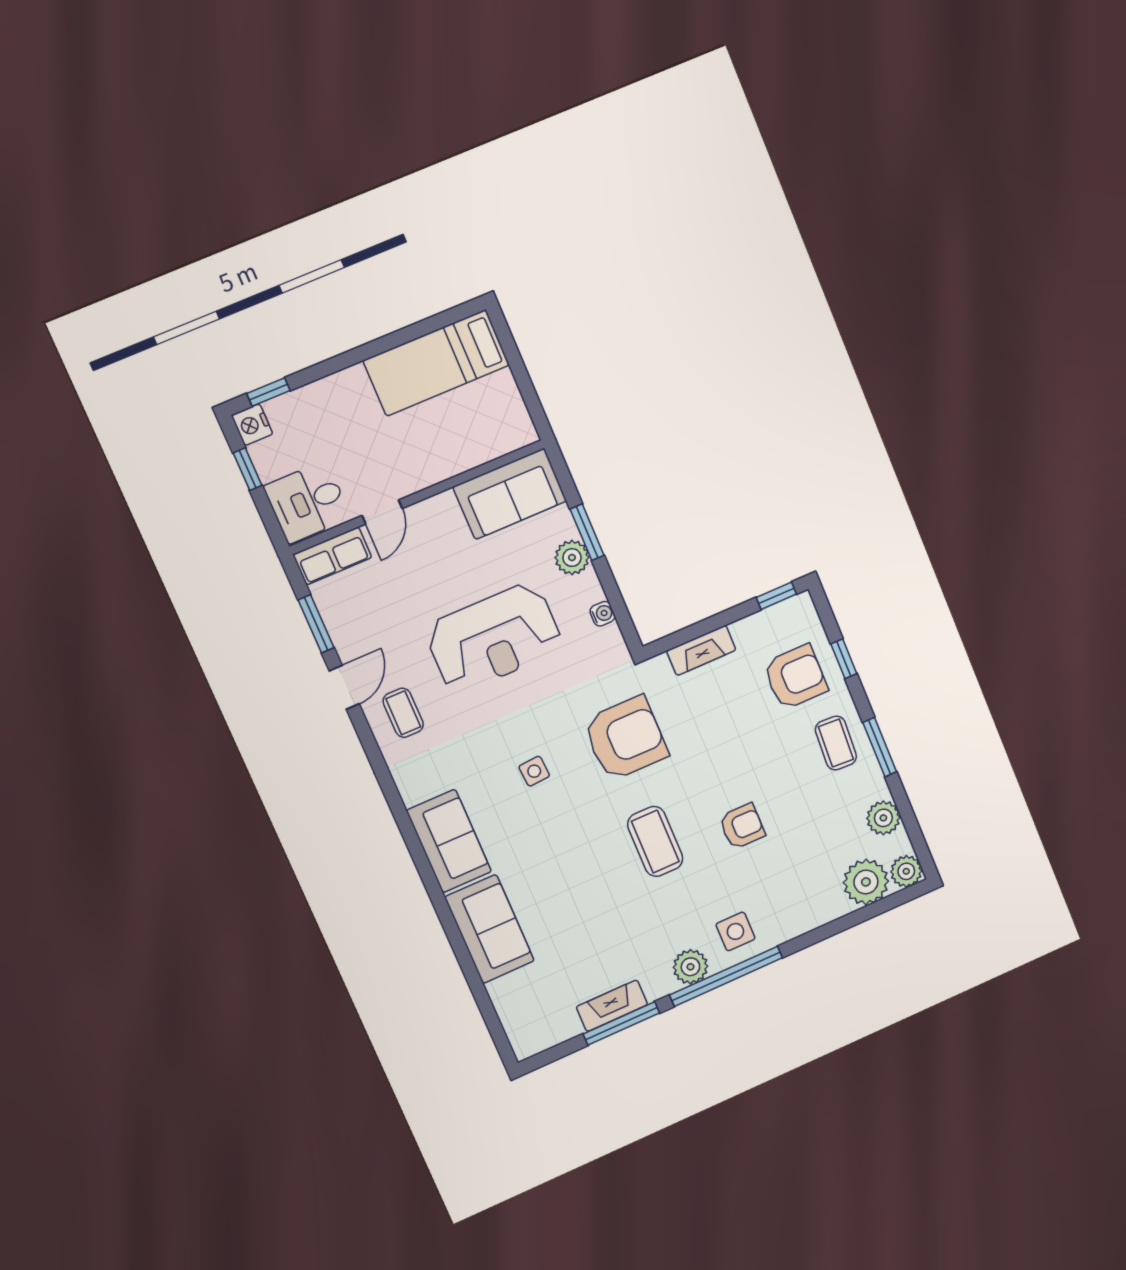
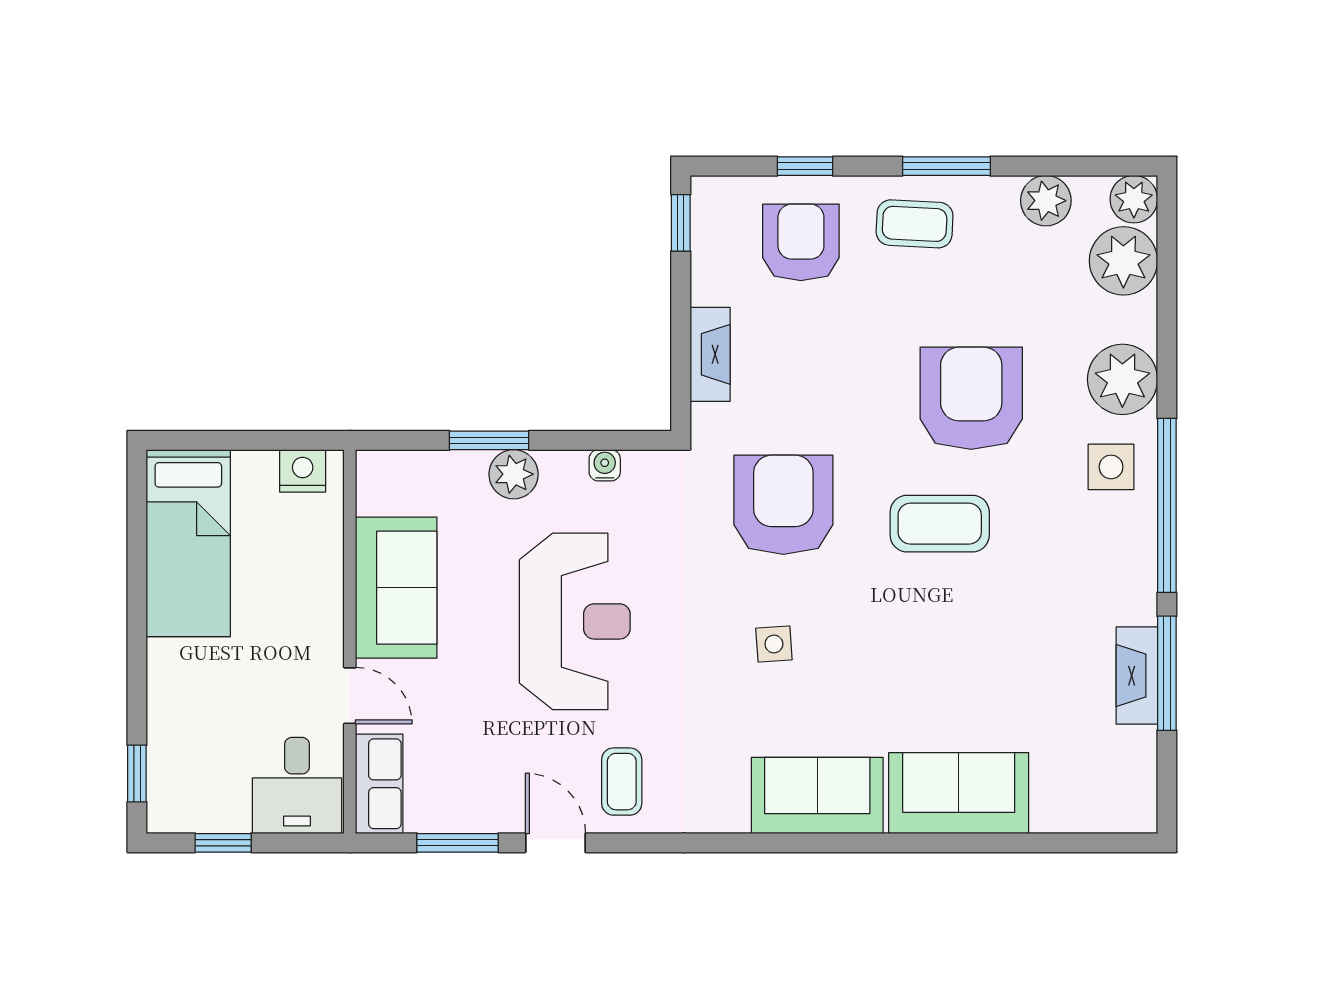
nightstand: (252, 425) -> (303, 471), moved, turned 180
sofa: (510, 494) -> (396, 588), moved
coffee table: (403, 713) -> (622, 782), turned 90
armchair: (742, 826) -> (971, 398), width x1.88, depth x1.88
plant: (690, 967) -> (1122, 379), moved, width x1.36, depth x1.36

